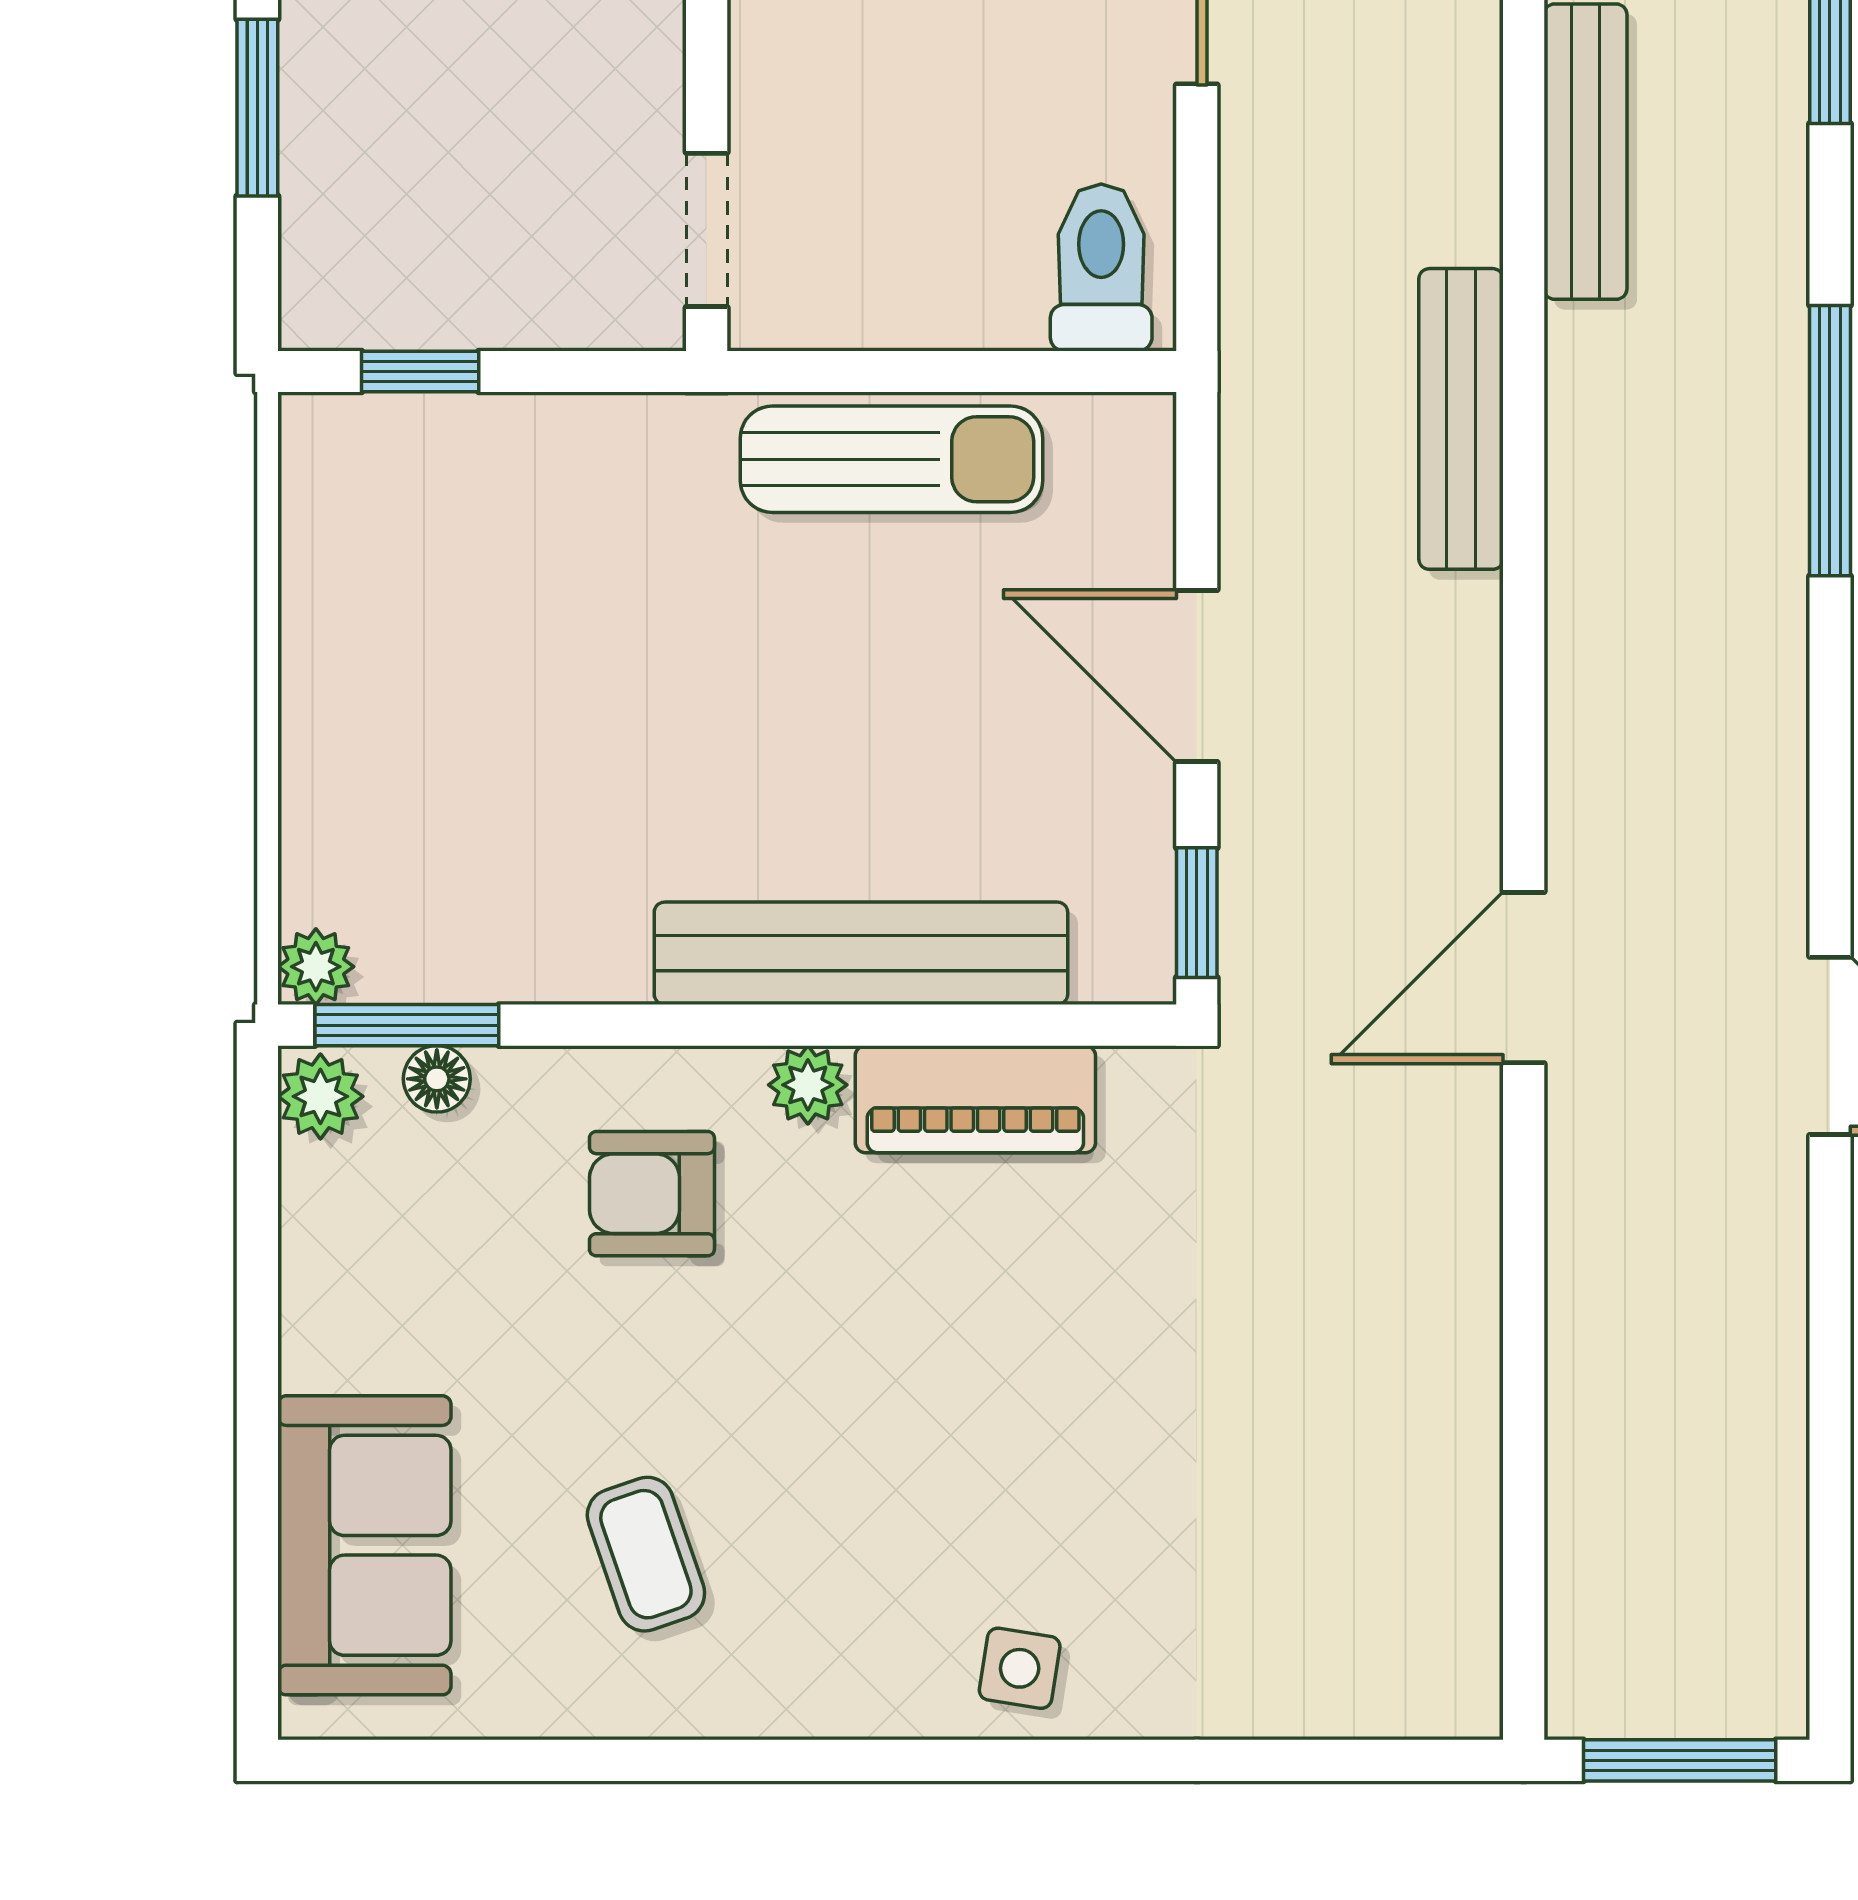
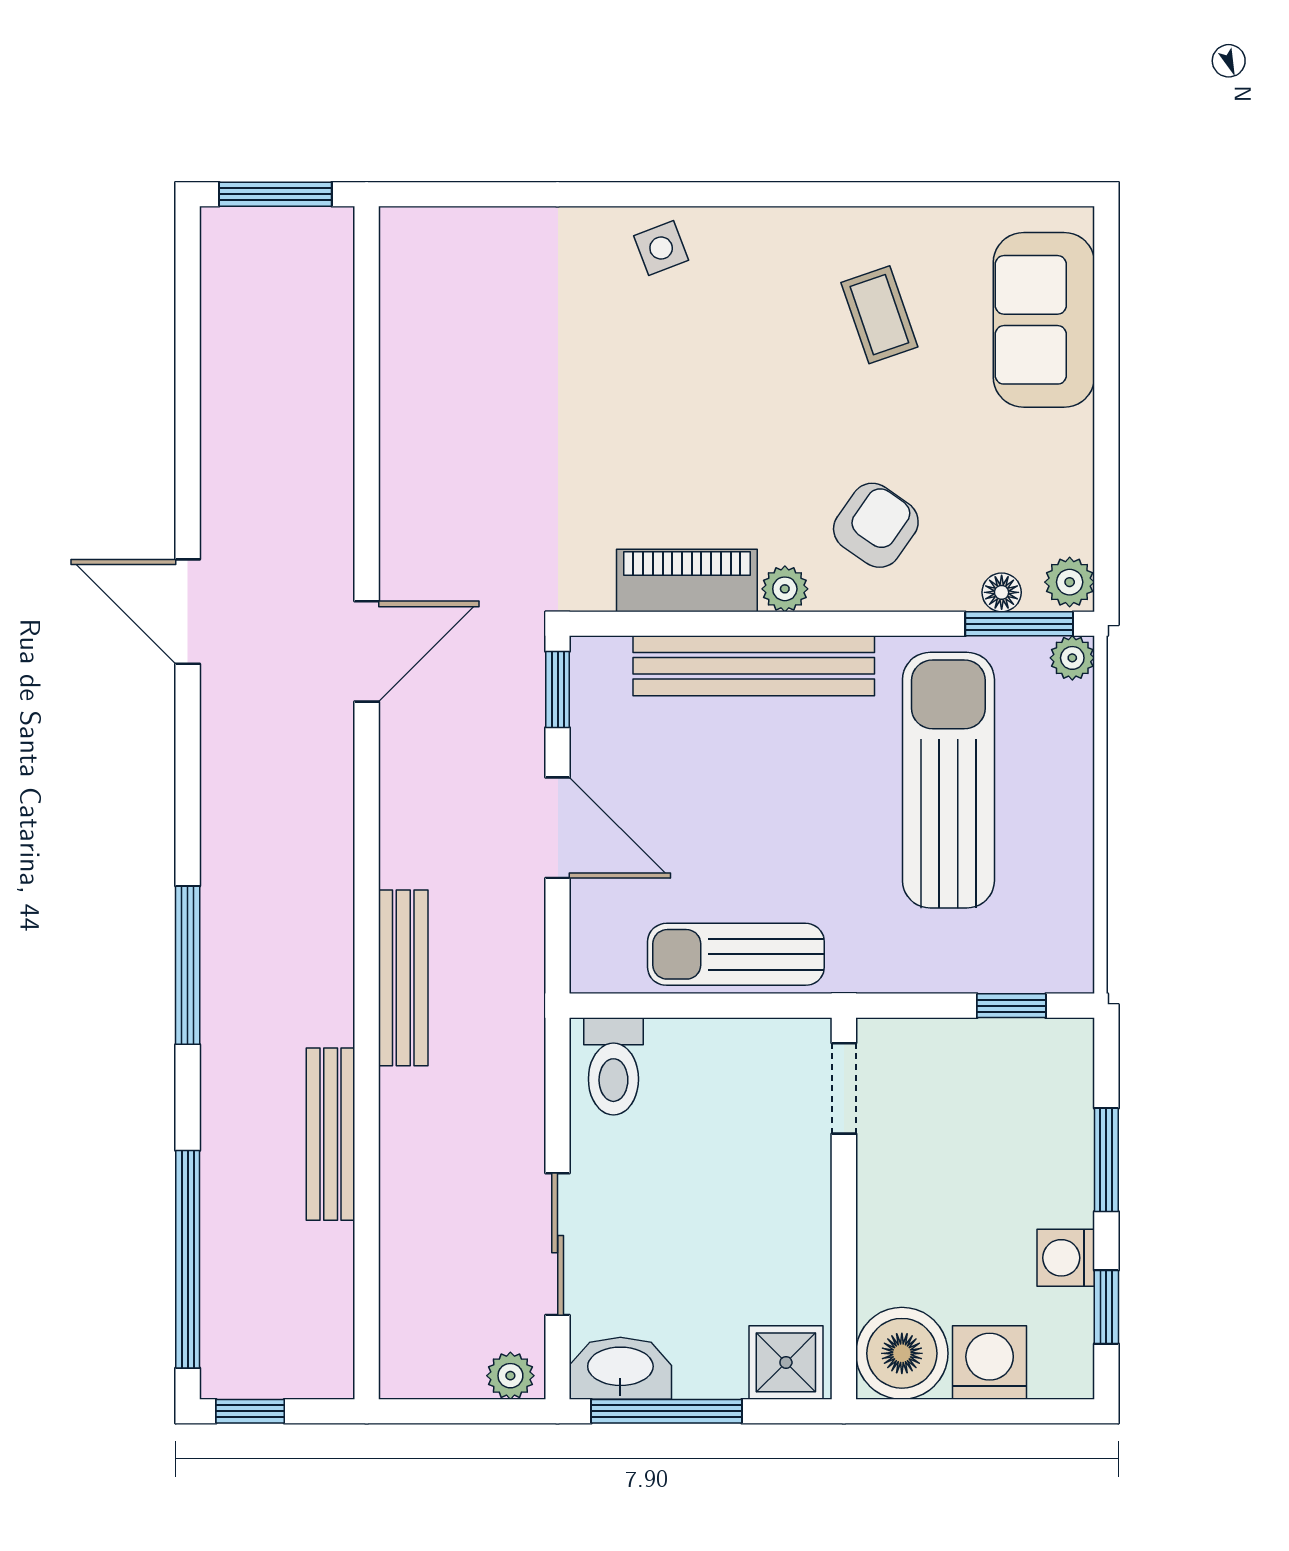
sun lounger: (528, 757) -> (948, 780), added
armchair: (652, 1194) -> (876, 525), turned -55
side table: (1020, 1668) -> (661, 248), turned -30

